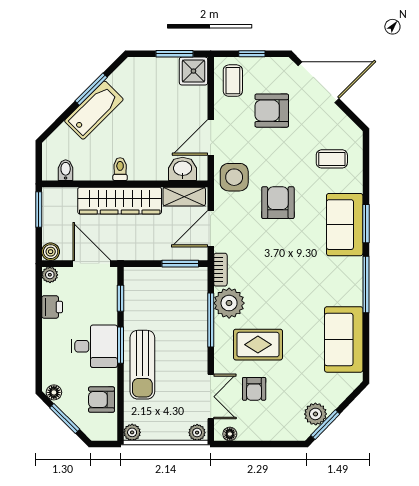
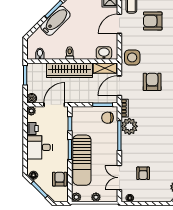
door: (211, 137) -> (119, 24), moved
armchair: (278, 203) -> (152, 82), moved
door: (92, 264) -> (54, 105), hinge flipped
chair: (189, 287) -> (108, 118), added
rug: (258, 345) -> (145, 149), removed
desk: (94, 346) -> (39, 147), moved, turned 180
sun lounger: (142, 365) -> (82, 160), width x1.36, depth x1.34
double door: (211, 397) -> (119, 178), swing flipped
armchair: (101, 400) -> (60, 179), turned 90
plant: (197, 433) -> (96, 197), moved

